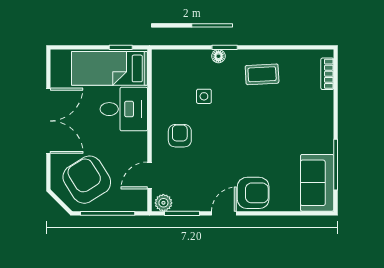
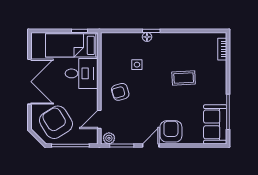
coffee table: (262, 74) -> (184, 78), moved
armchair: (180, 136) -> (120, 92), turned -106
armchair: (253, 193) -> (171, 131), turned -90

